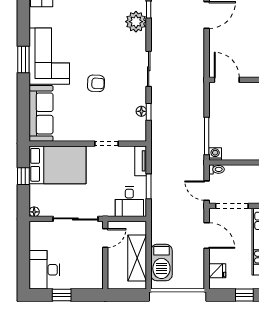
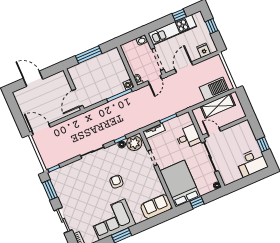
plant: (136, 22) -> (134, 143), moved
sofa: (41, 113) -> (156, 207), width x0.73
desk: (129, 202) -> (188, 137), moved

